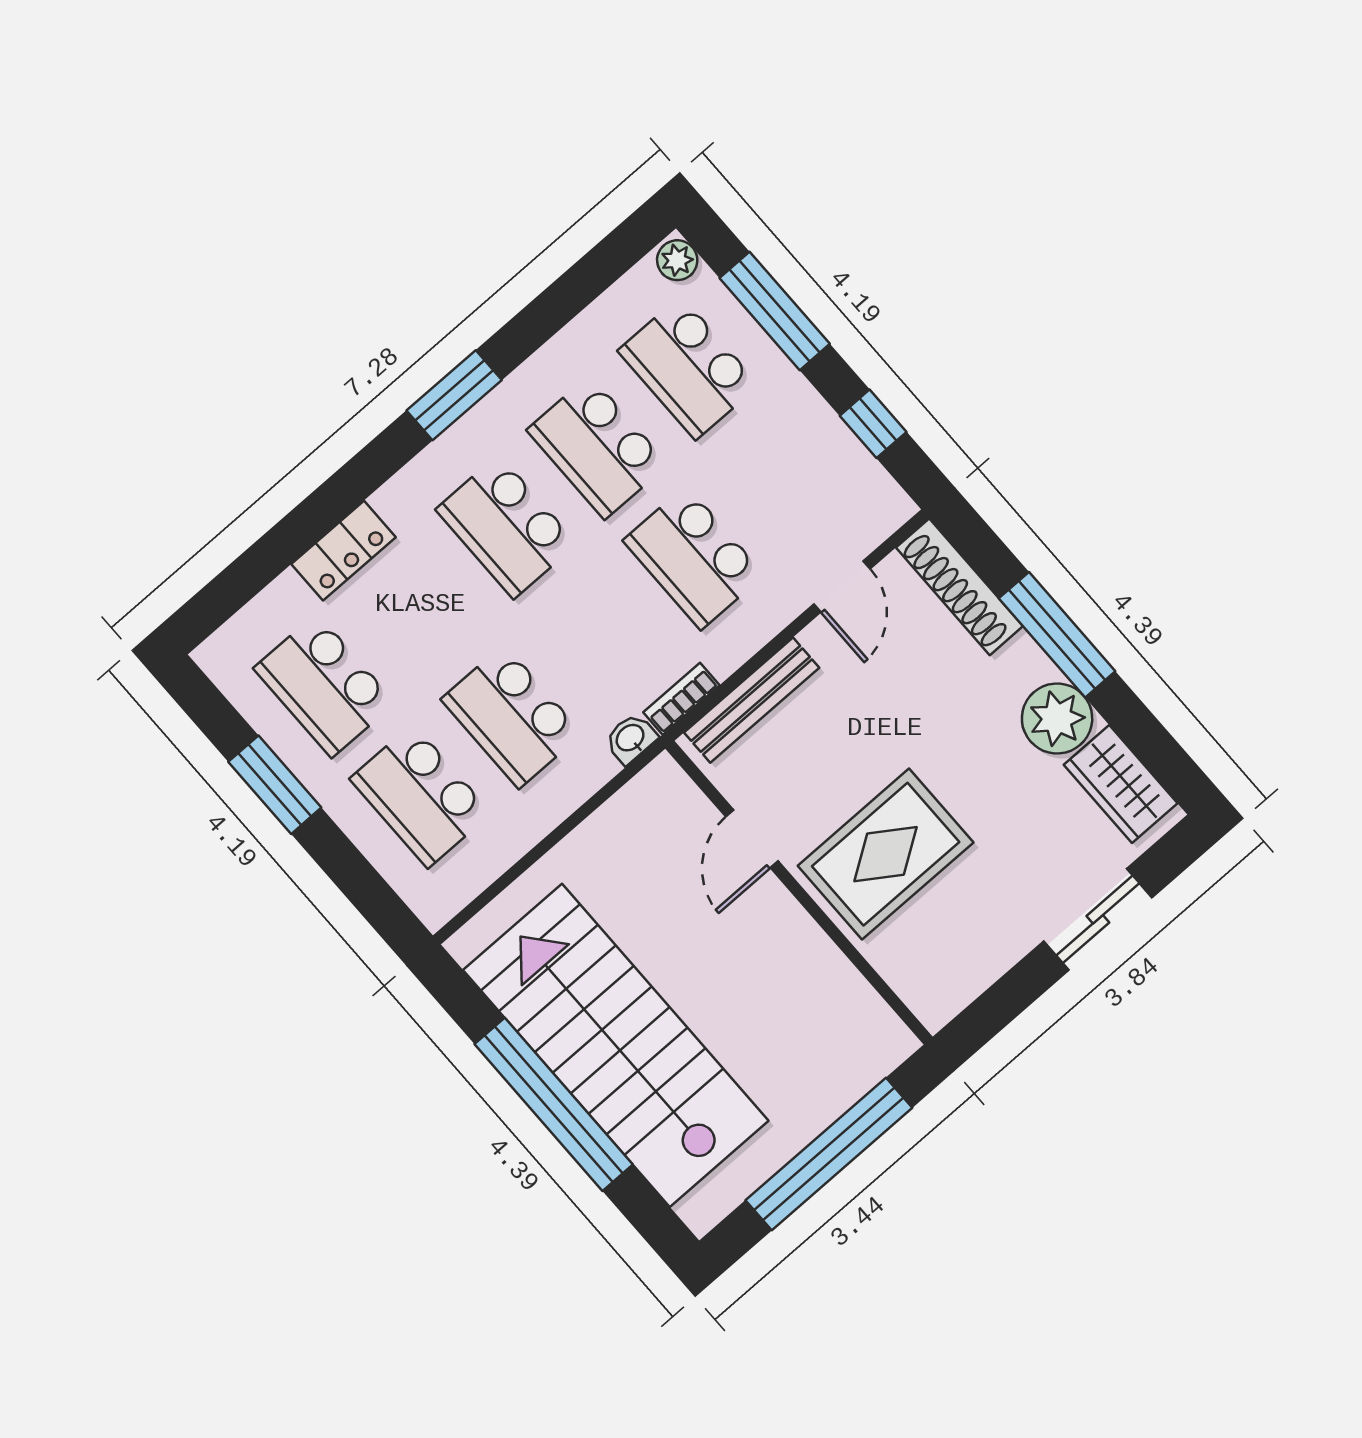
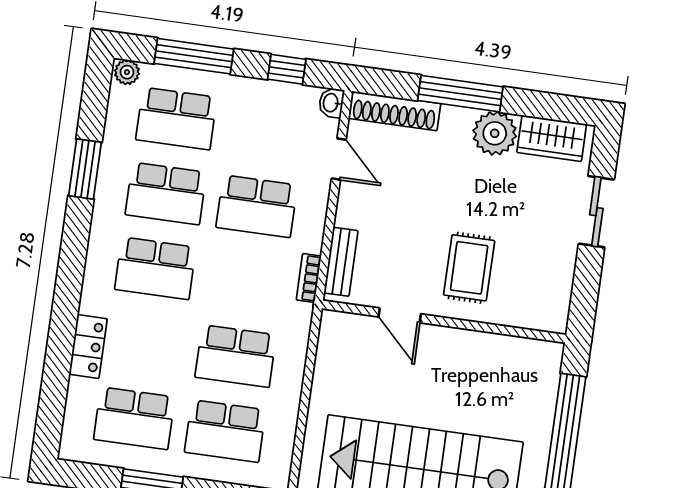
window: (454, 395) -> (85, 169), moved
bench: (752, 700) -> (341, 262), width x0.73
washbasin: (631, 738) -> (331, 103), moved
rug: (886, 854) -> (469, 268), width x0.73, depth x0.70

